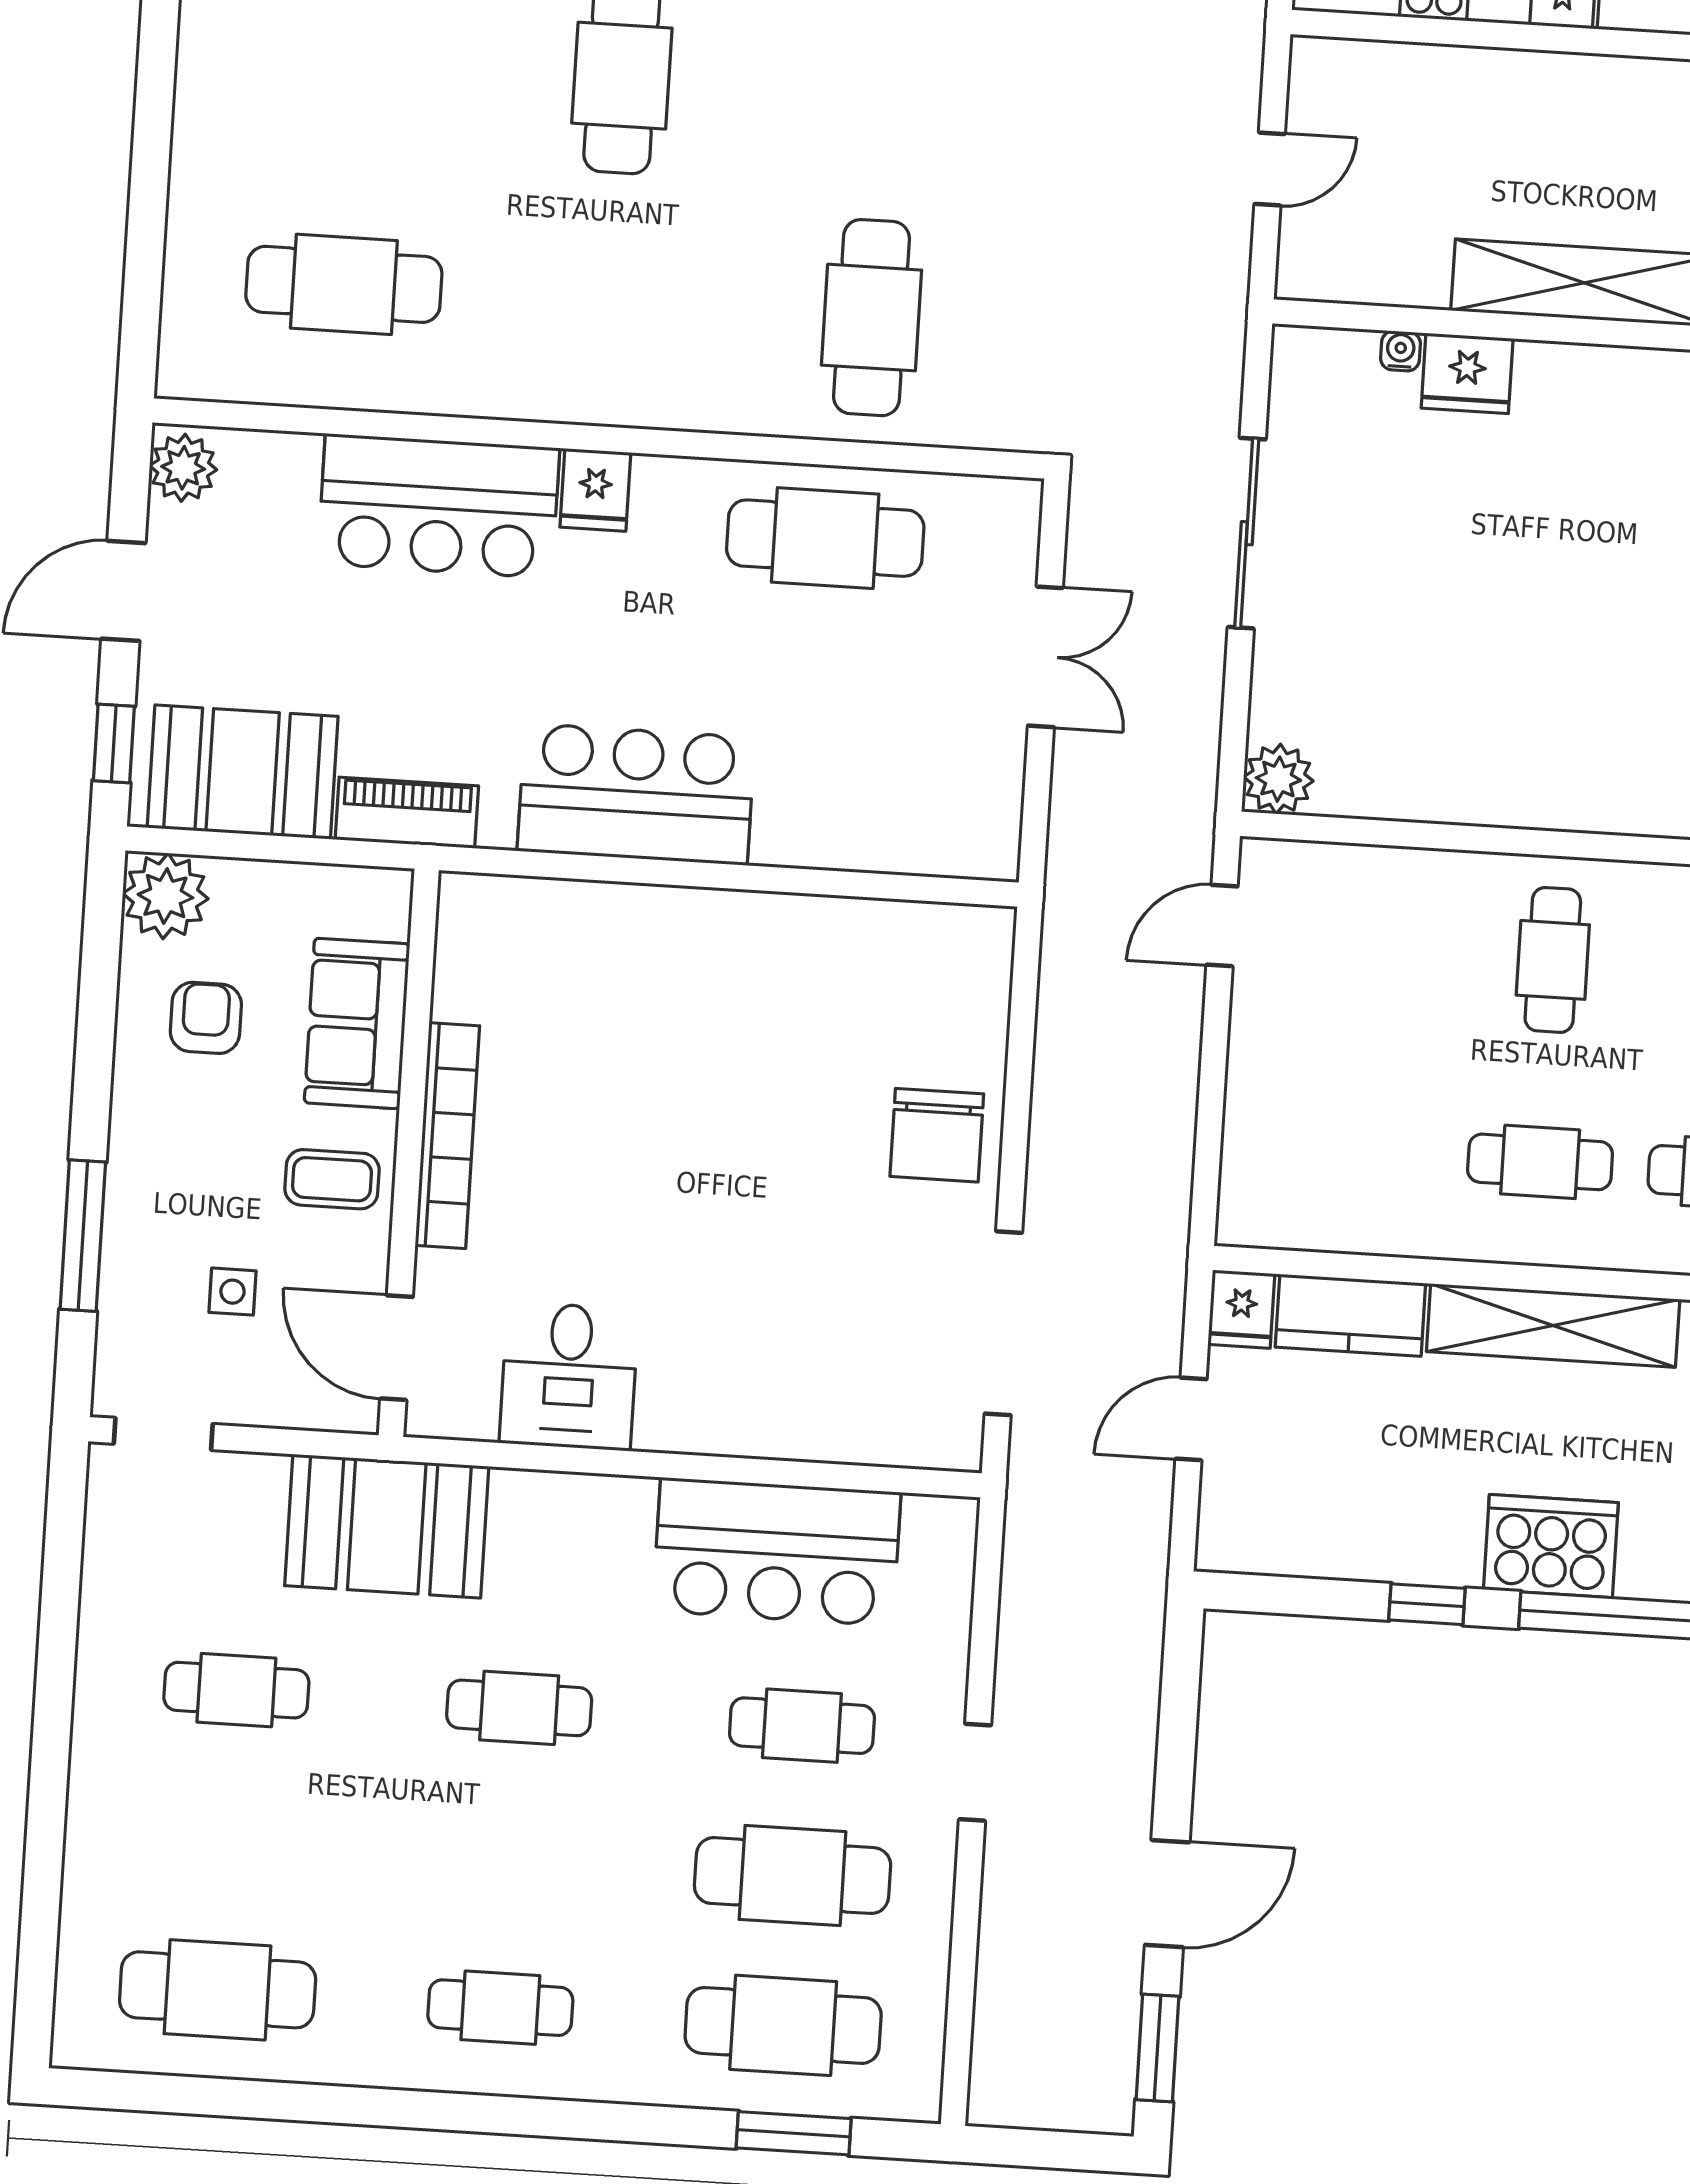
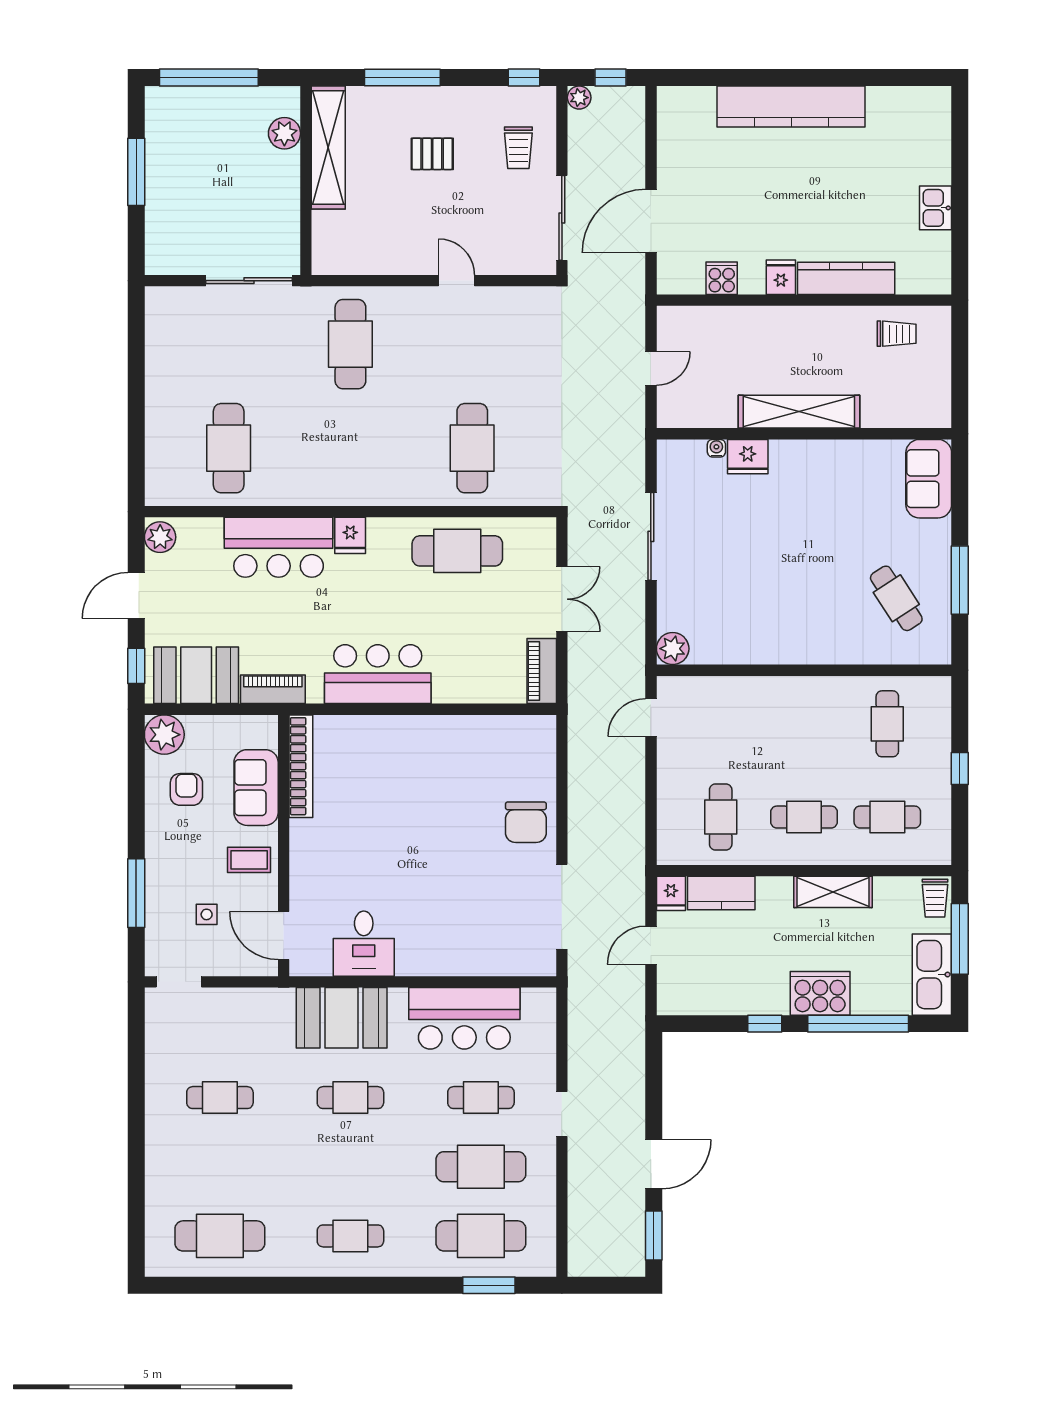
cafe table: (344, 284) -> (229, 448), turned 90
piano: (992, 810) -> (542, 671), added
cafe table: (1553, 960) -> (721, 817), moved
bookcase: (447, 1136) -> (301, 766), moved
shelving: (1553, 1325) -> (833, 892), width x0.68
booth: (387, 1526) -> (342, 1018), moved

